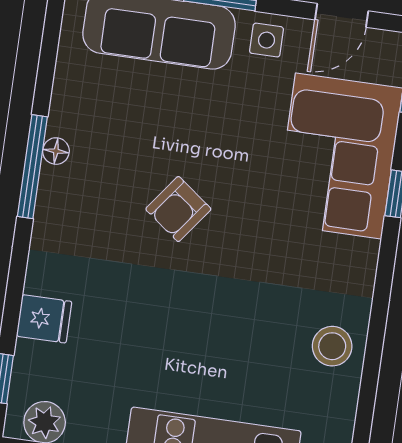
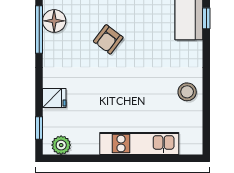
floor lamp: (56, 151) -> (54, 21), width x1.89, depth x1.89

